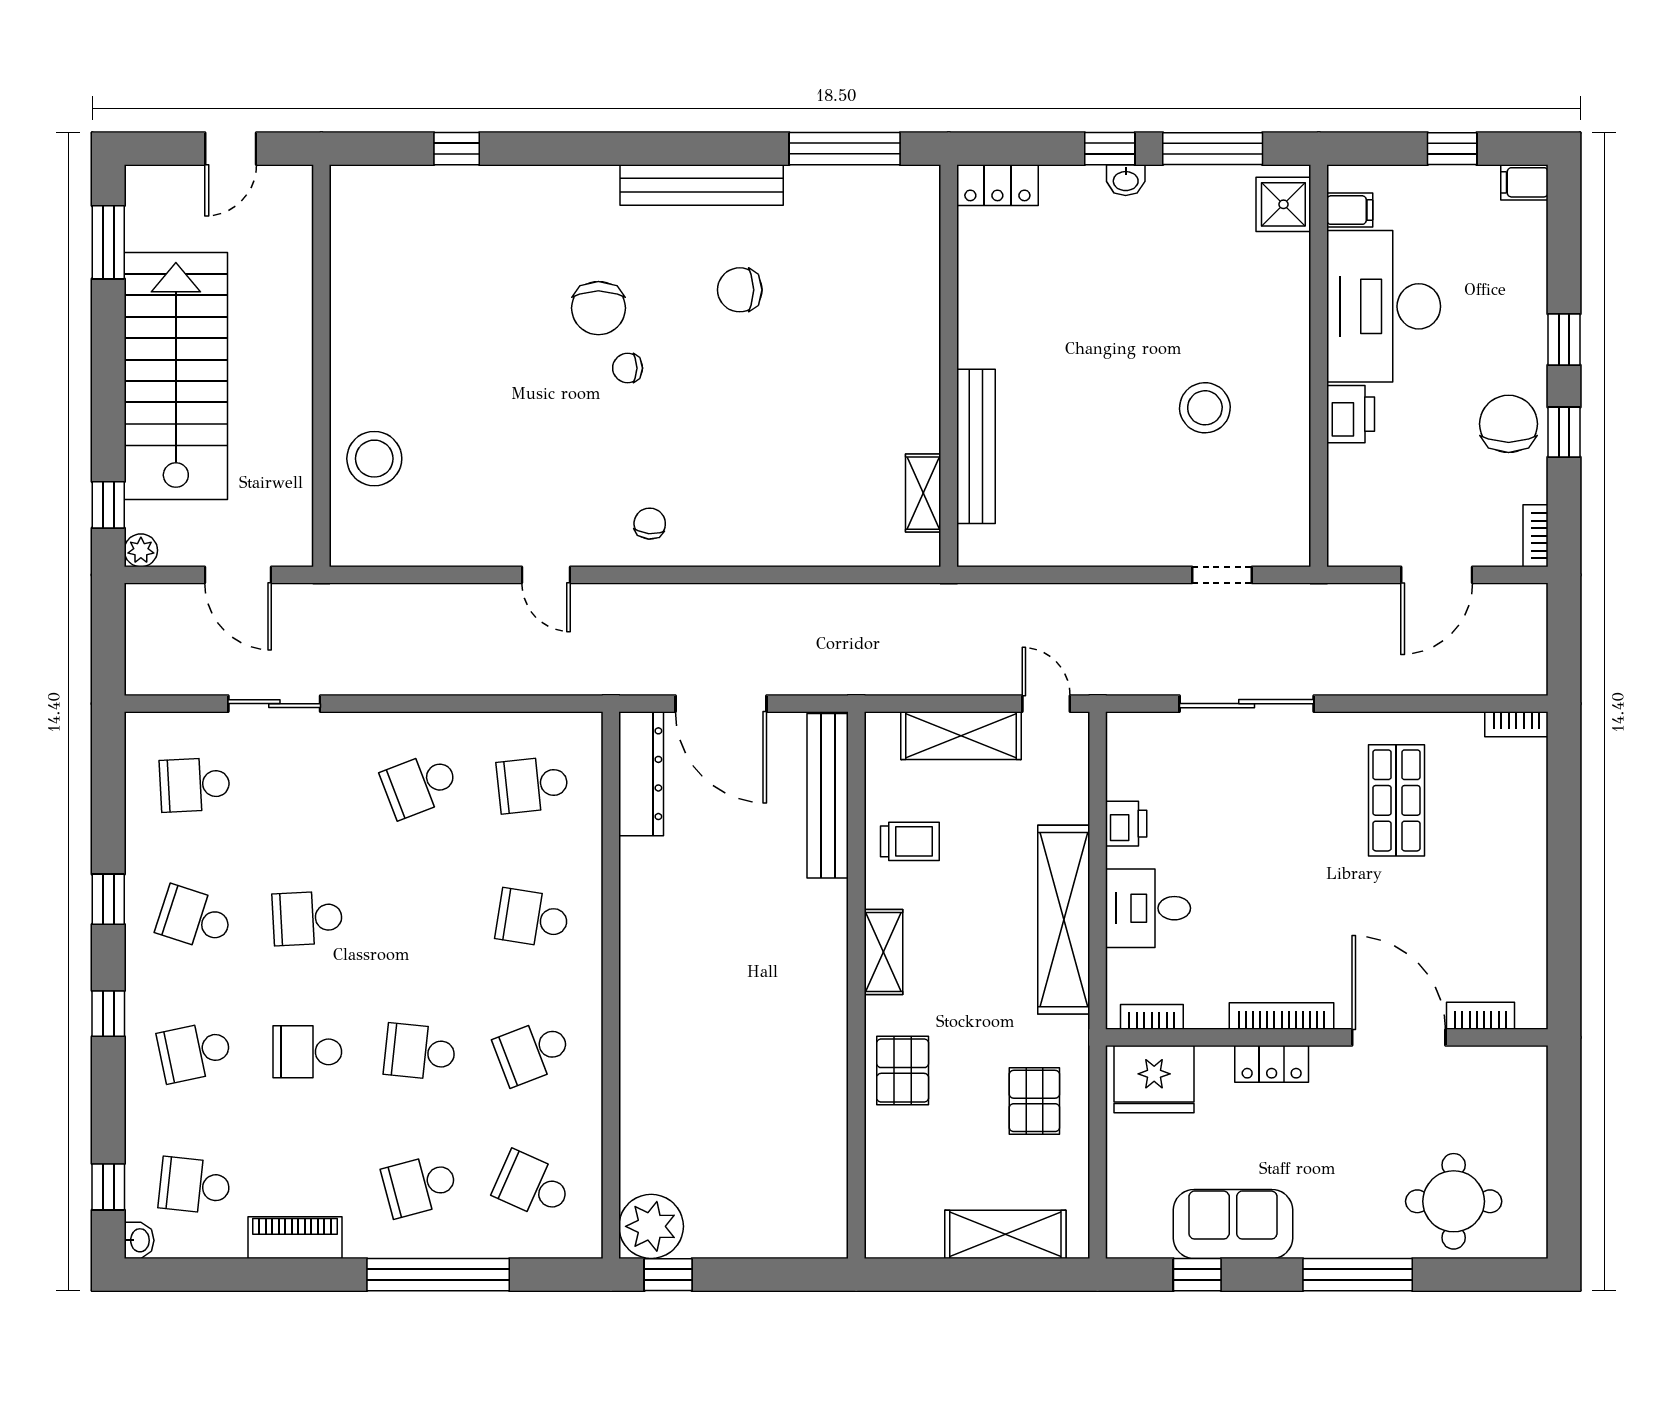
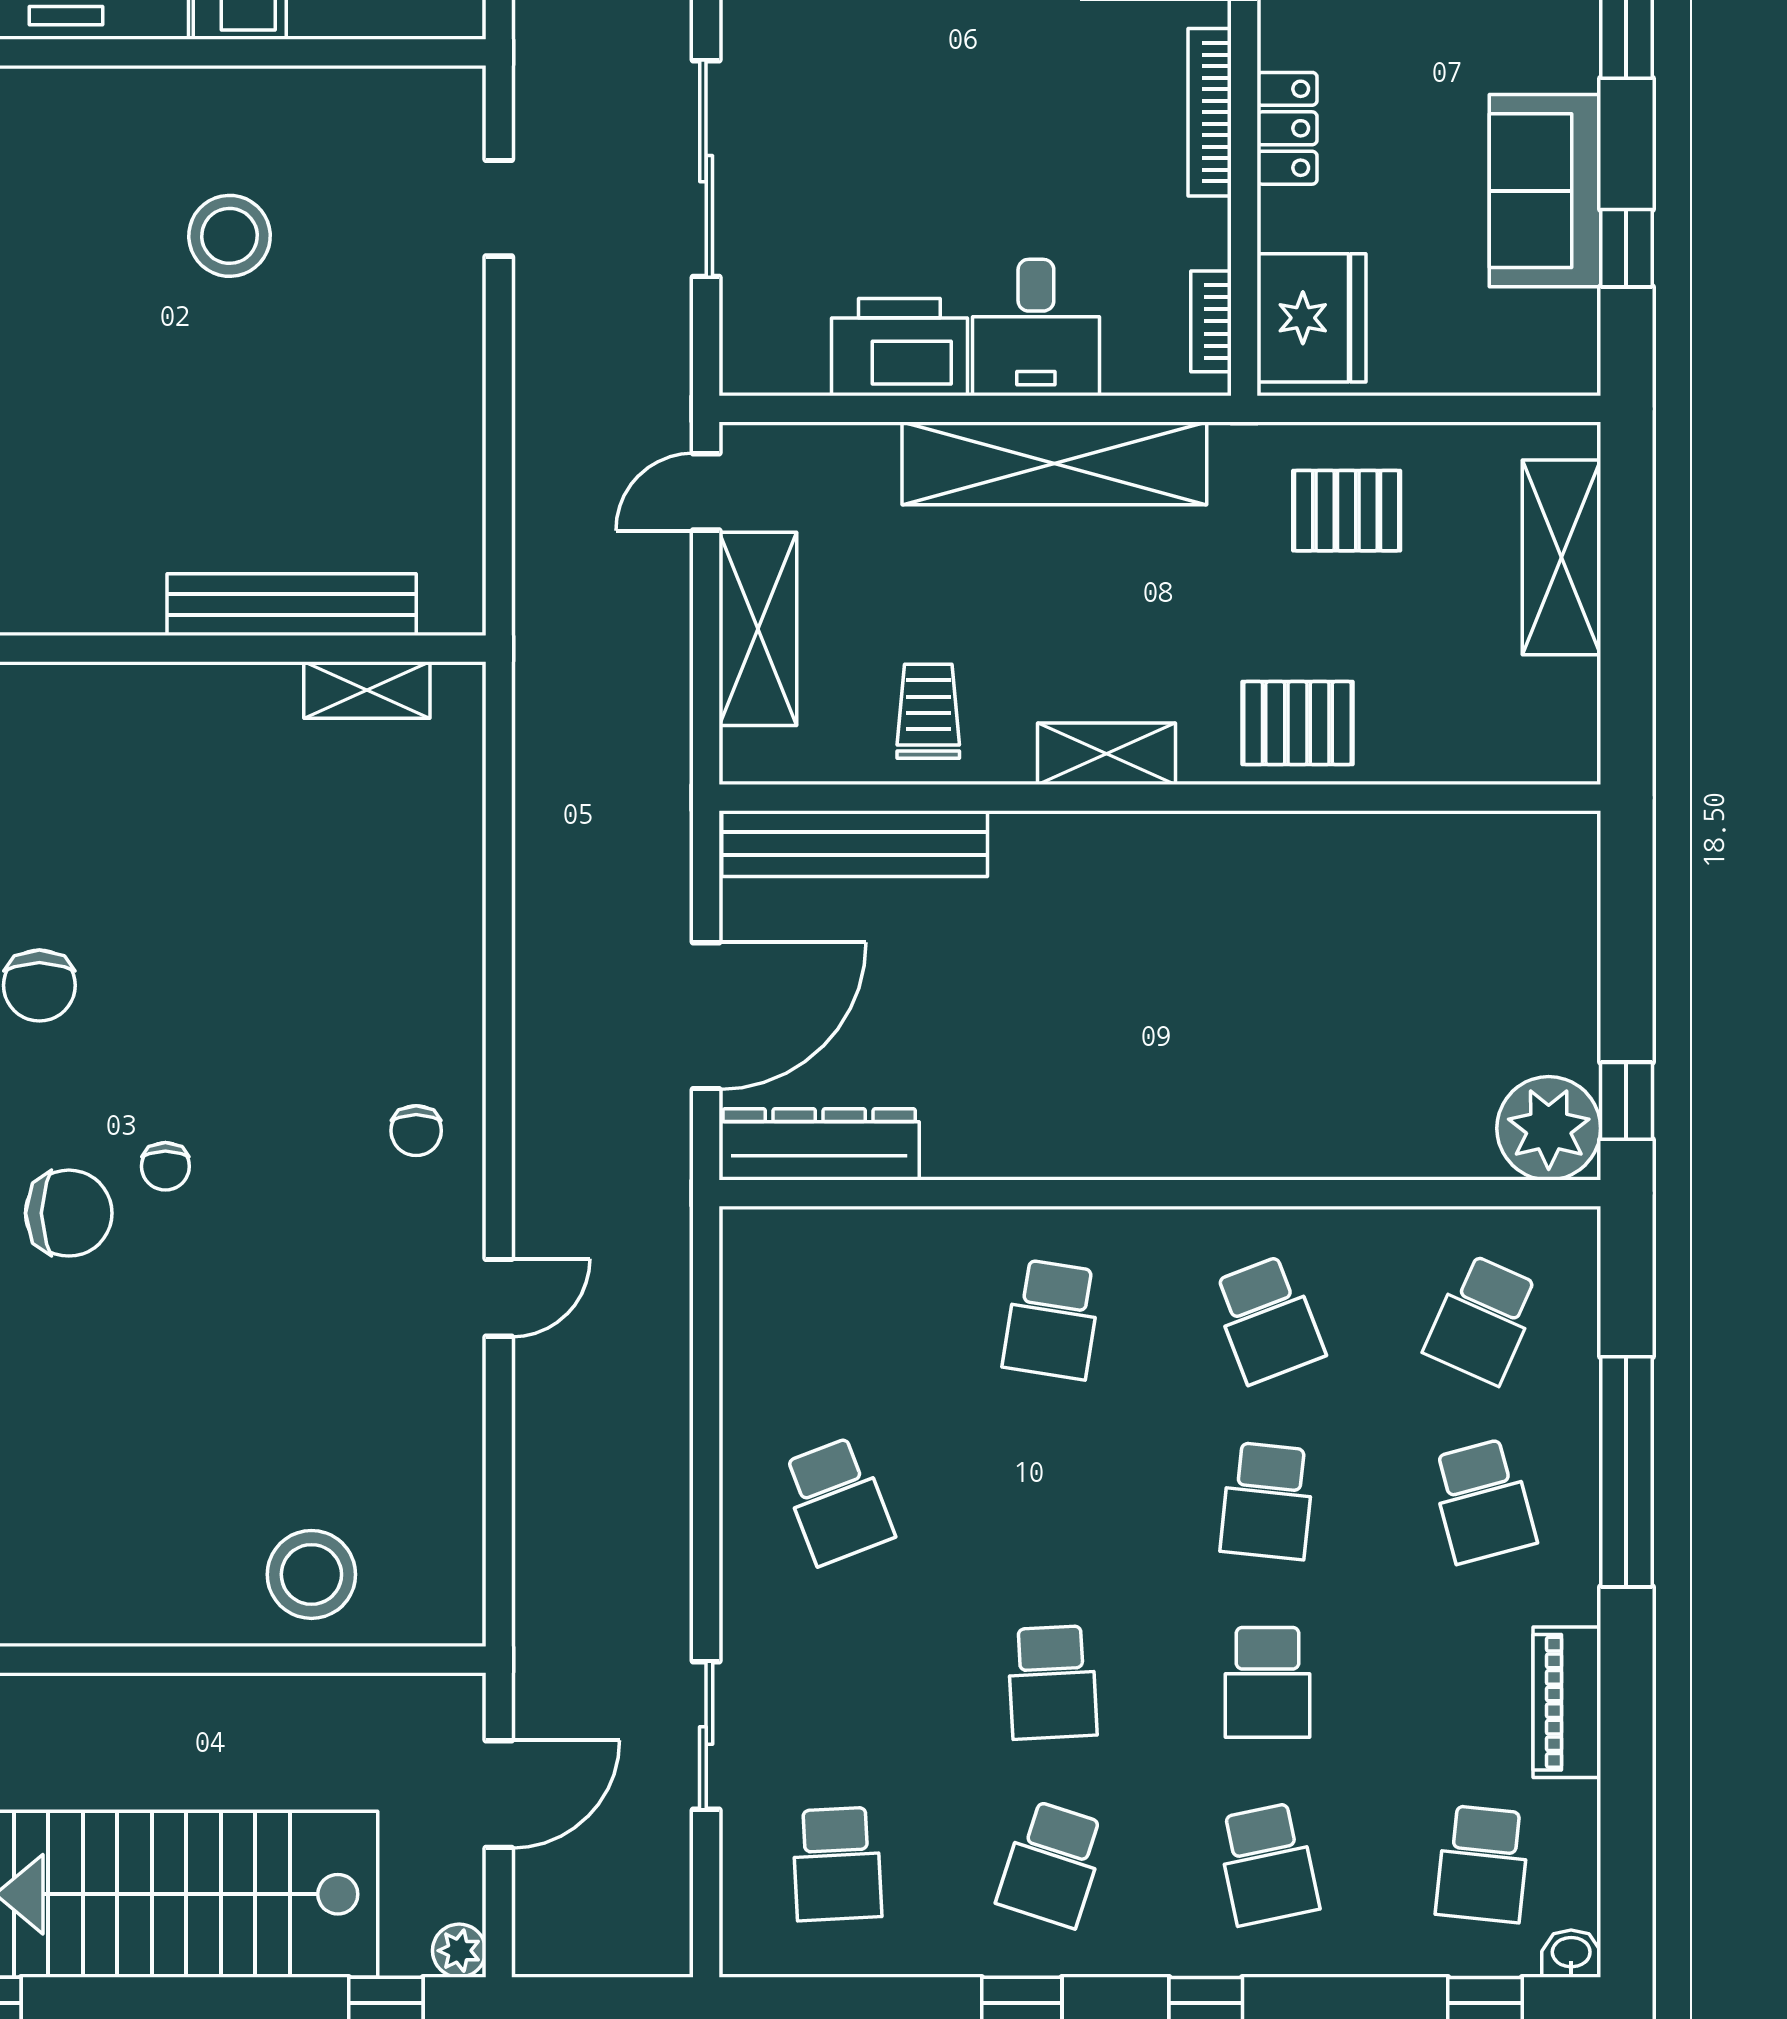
chair: (650, 524) -> (416, 1131), turned -95
school desk: (533, 785) -> (837, 1319), removed
printer: (1126, 824) -> (899, 347), width x1.87, depth x1.48

